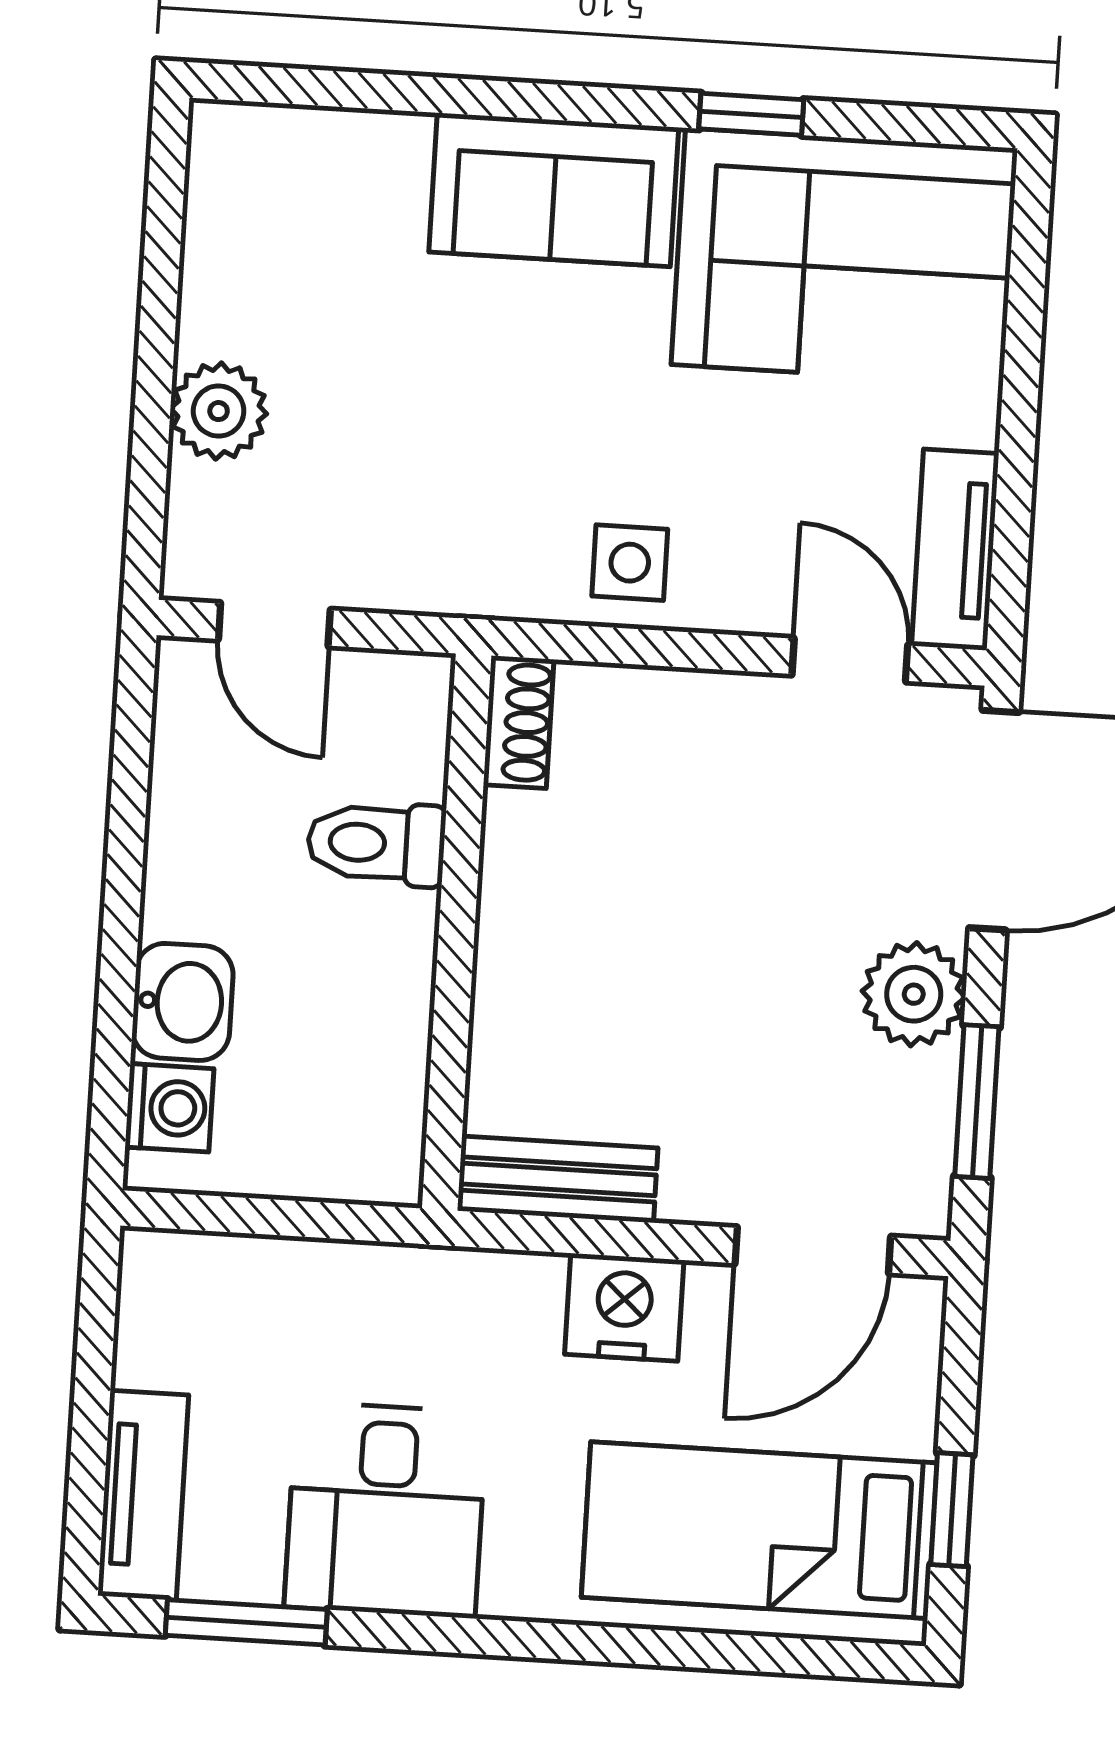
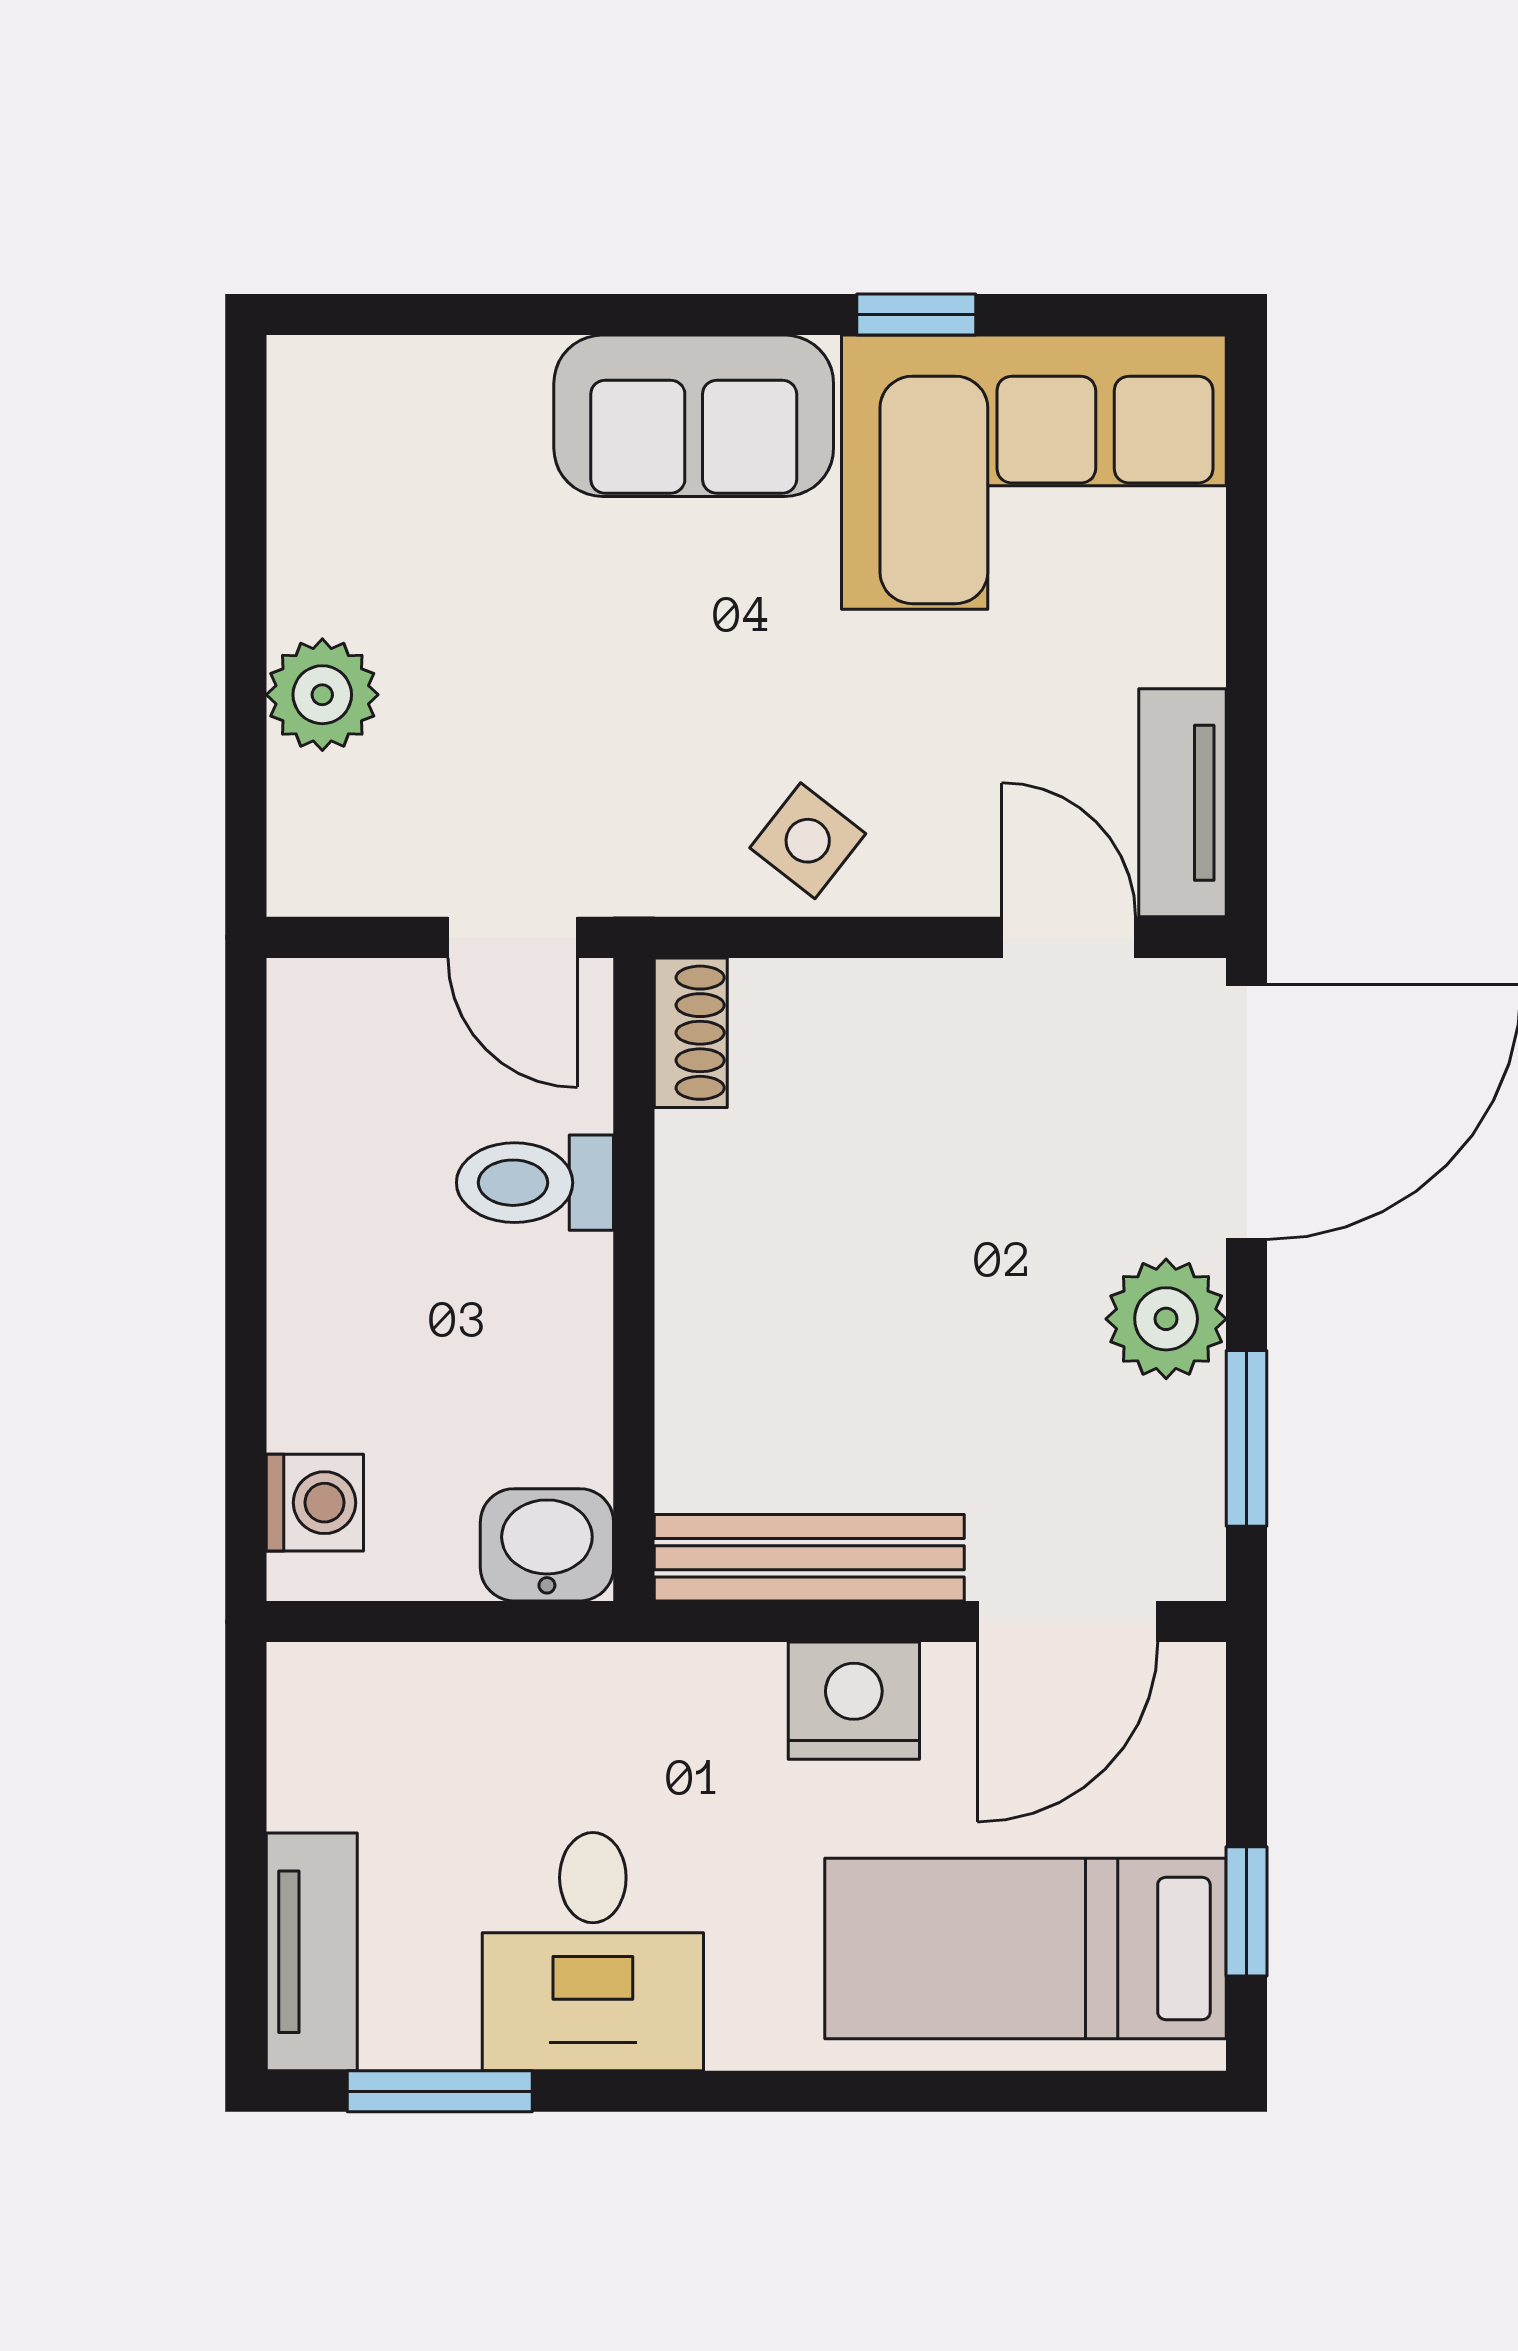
side table: (630, 563) -> (808, 841), turned 38
door: (274, 625) -> (513, 937), moved
washbasin: (183, 1002) -> (547, 1545), moved, turned -90
bench: (558, 1179) -> (809, 1558), width x1.36

